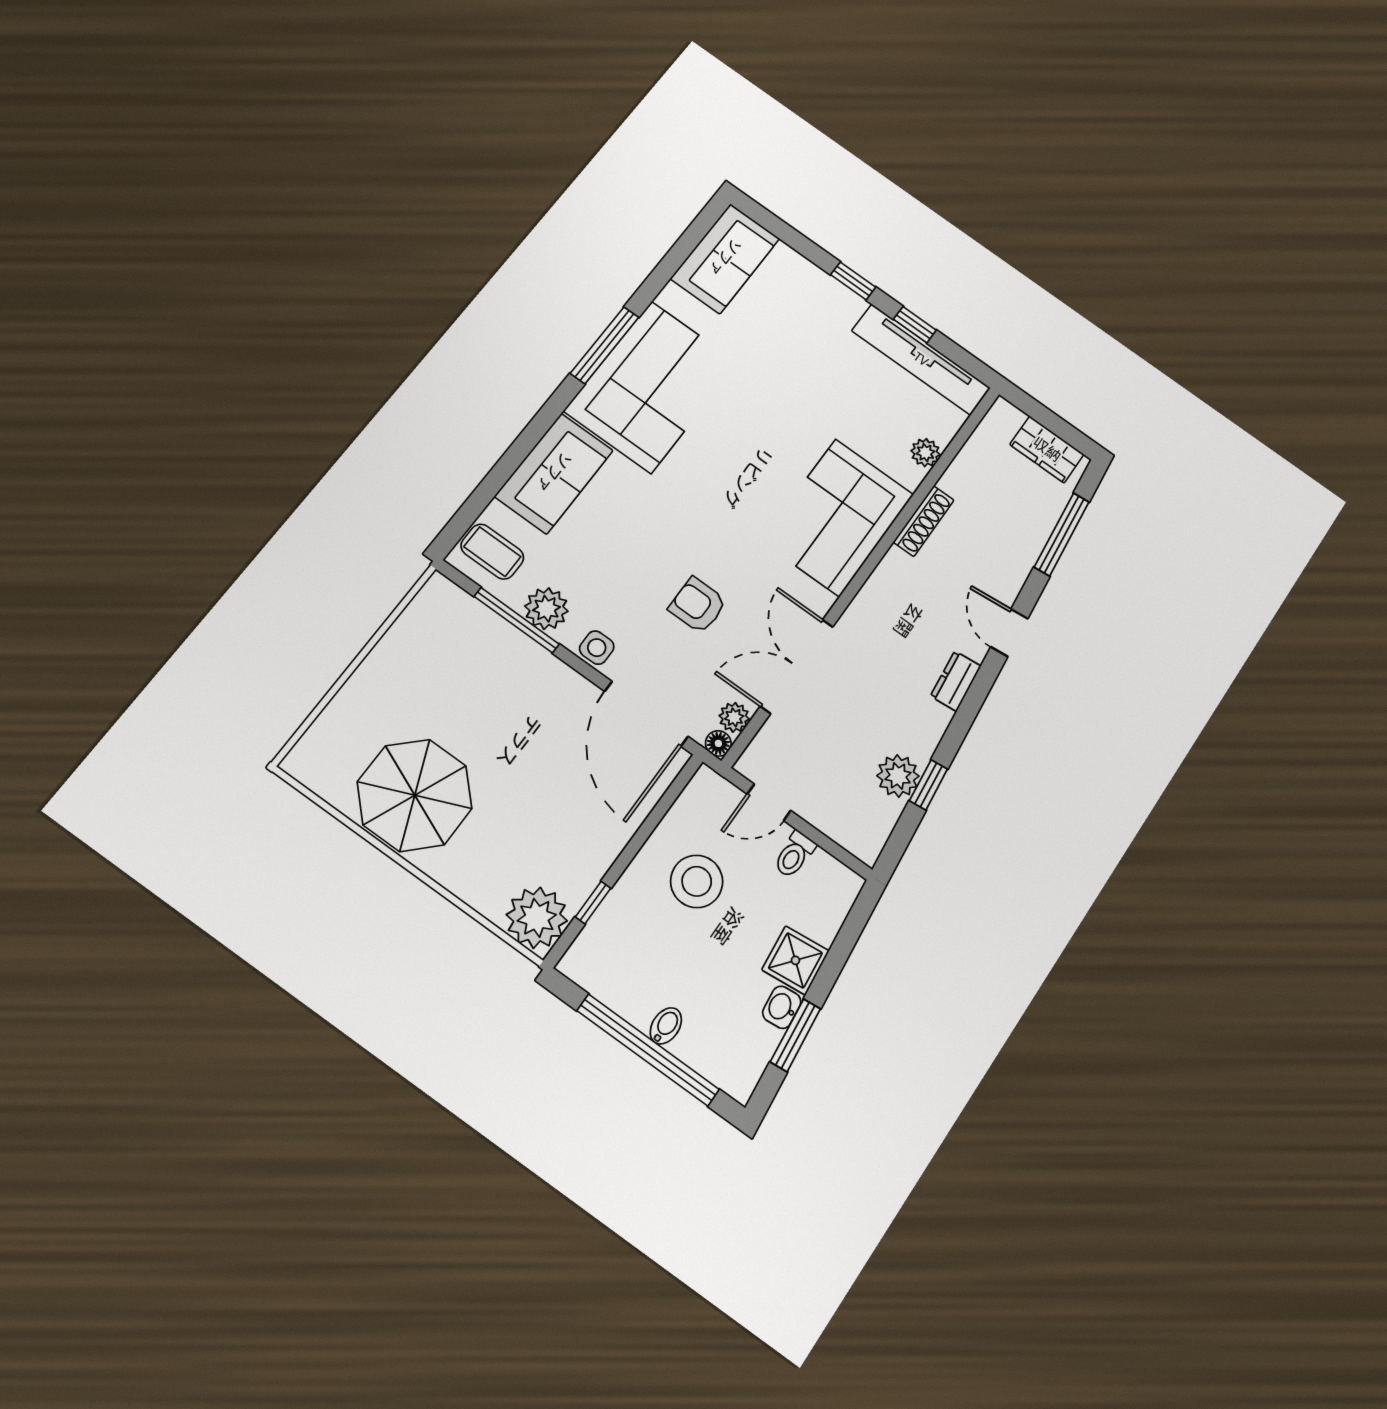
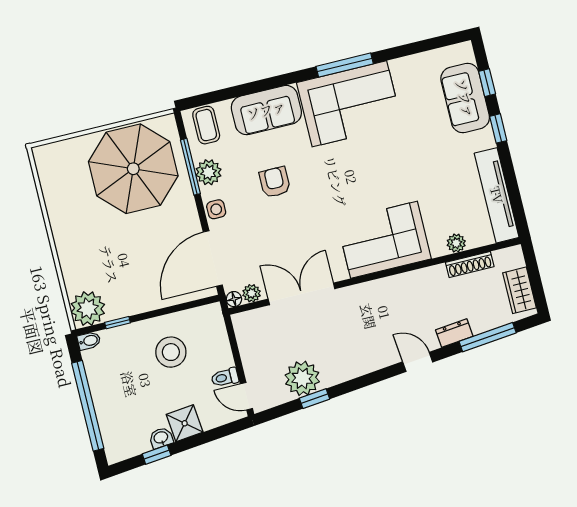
sofa: (725, 258) -> (465, 98), moved, turned 90
window: (915, 325) -> (487, 83), moved
shoe rack: (924, 521) -> (470, 264), moved
armchair: (698, 605) -> (275, 182), moved
door: (1009, 633) -> (418, 362), hinge flipped
dresser: (956, 681) -> (454, 333), moved
plant: (898, 776) -> (302, 378), width x1.36, depth x1.36
parasol: (415, 795) -> (133, 169), moved, width x1.36, depth x1.36
door: (769, 802) -> (246, 396), moved
bidet: (666, 1026) -> (89, 341), moved
window: (795, 1035) -> (157, 455), width x0.67

